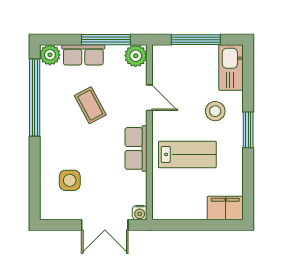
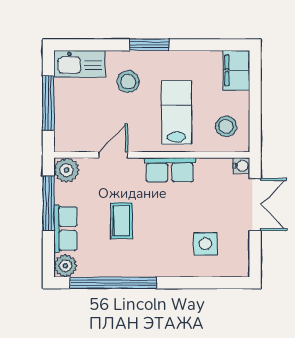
coffee table: (90, 105) -> (122, 221), turned -62
stool: (175, 199) -> (226, 126), added

